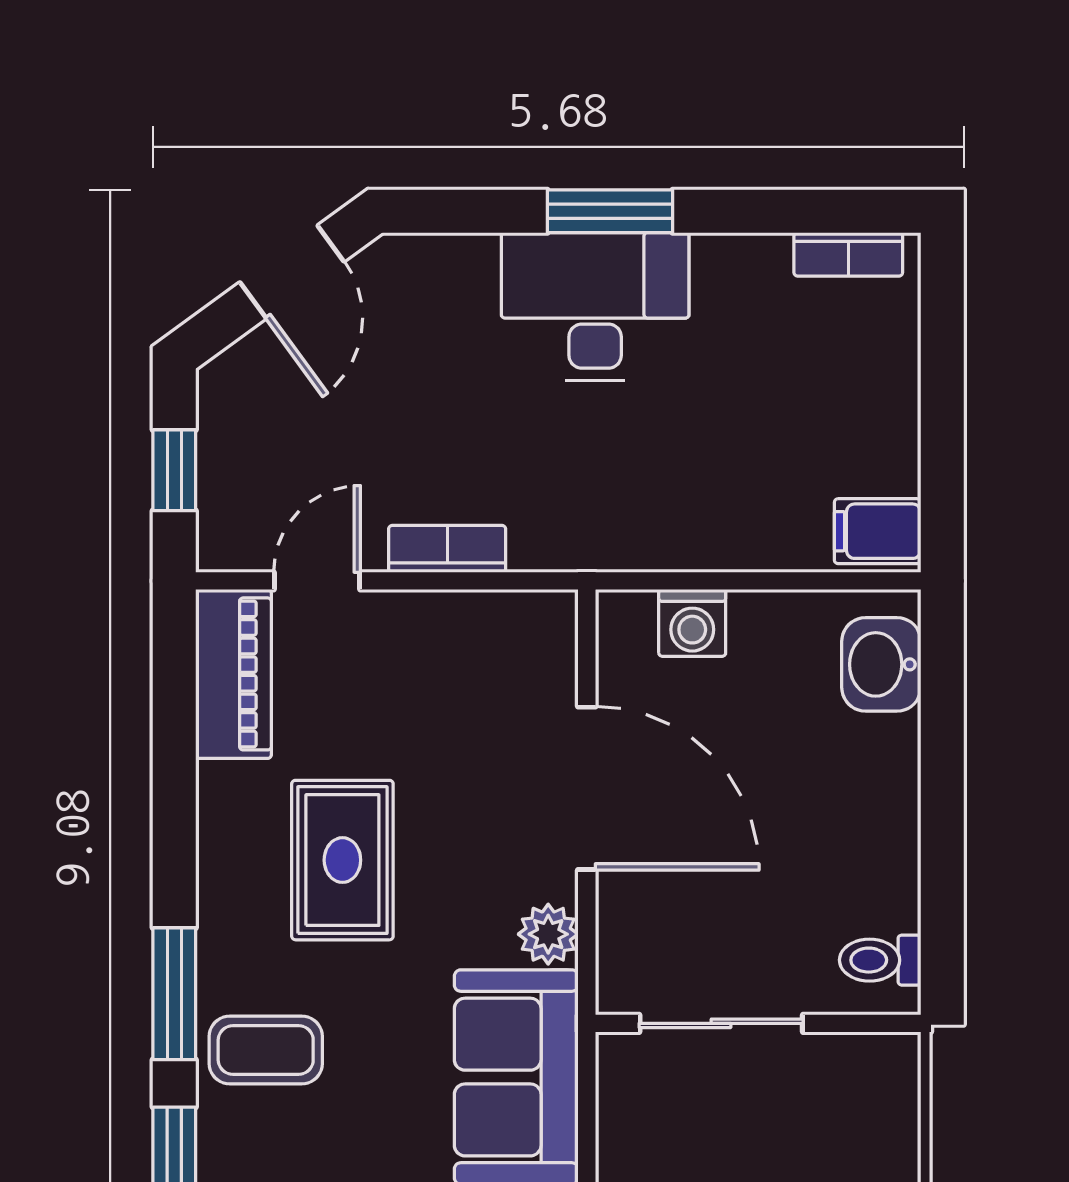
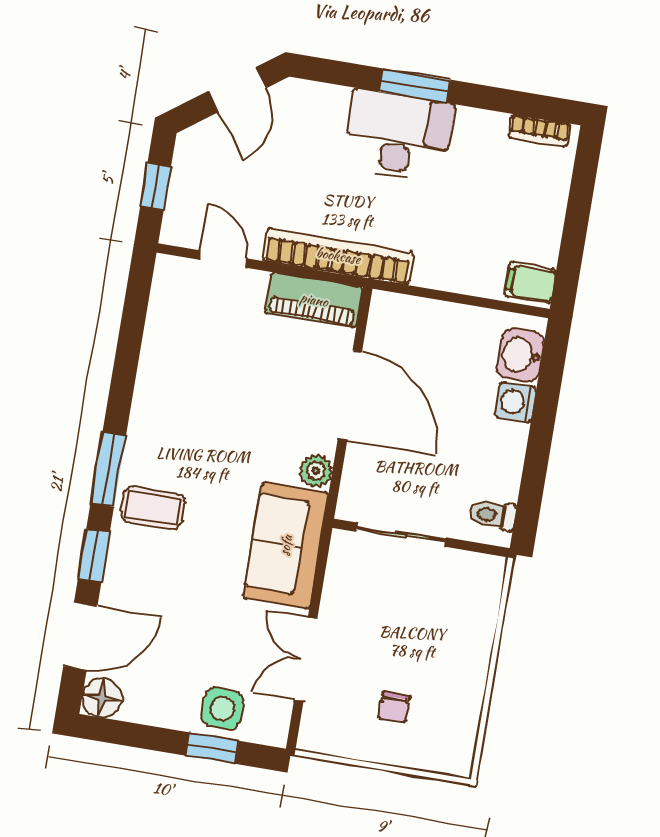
bookcase: (447, 549) -> (338, 256), width x2.31, depth x1.31
door: (317, 581) -> (223, 259), hinge flipped
washing machine: (692, 623) -> (516, 402), moved, turned 90
piano: (234, 674) -> (314, 300), moved, turned 90
rug: (342, 860) -> (211, 412), removed

